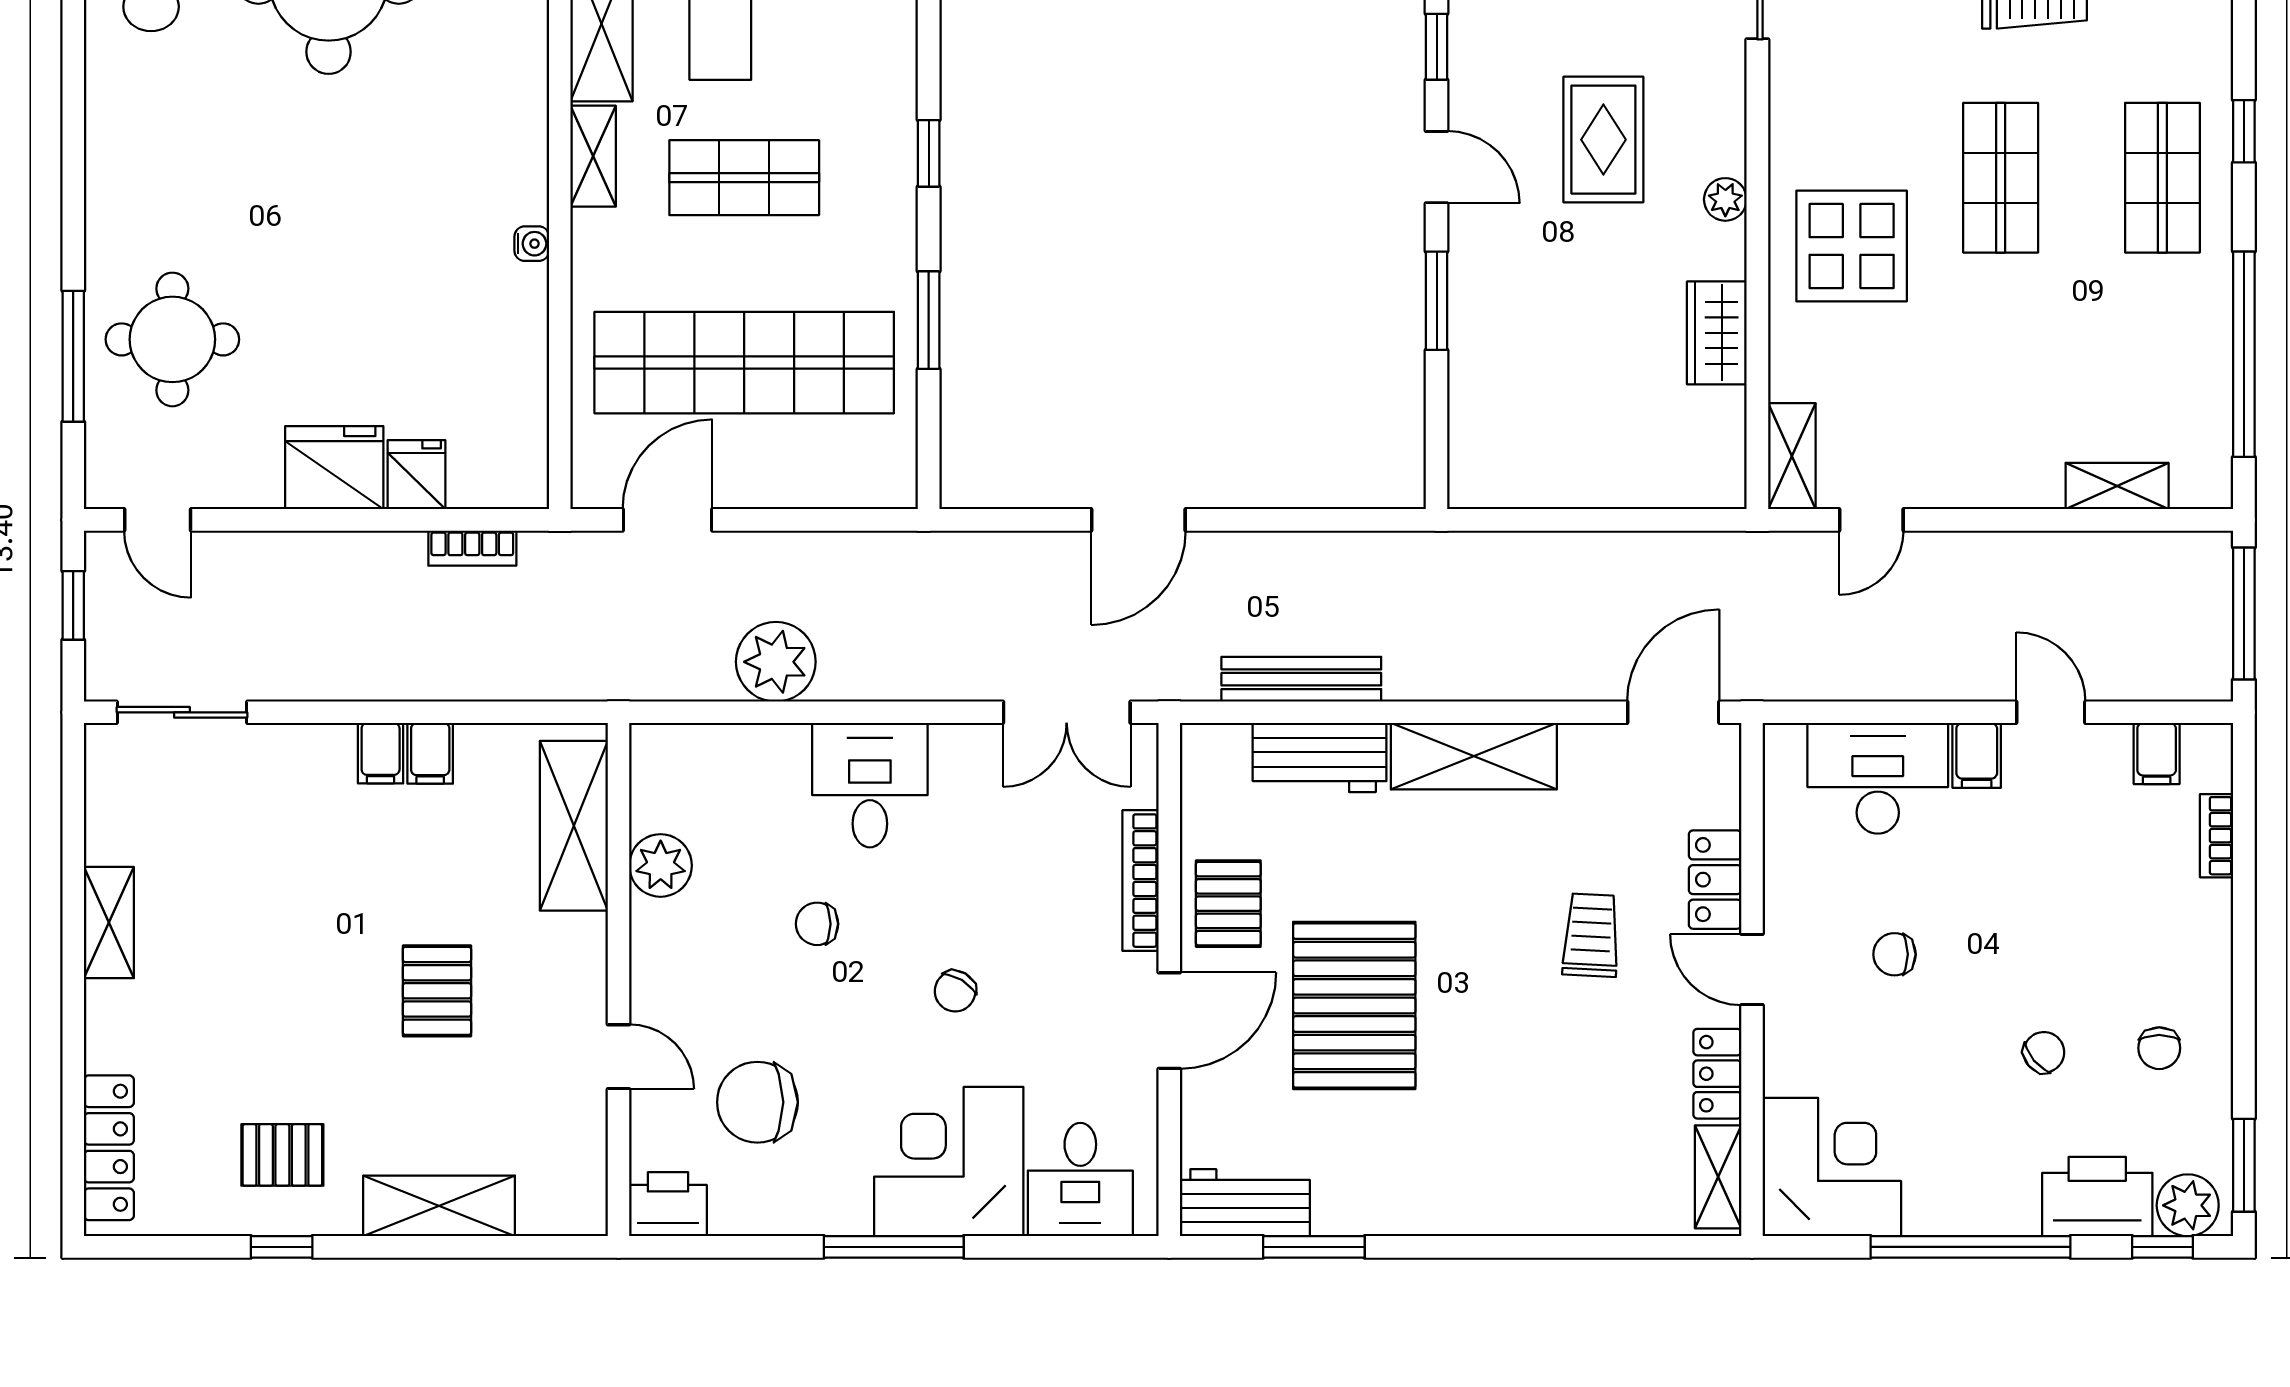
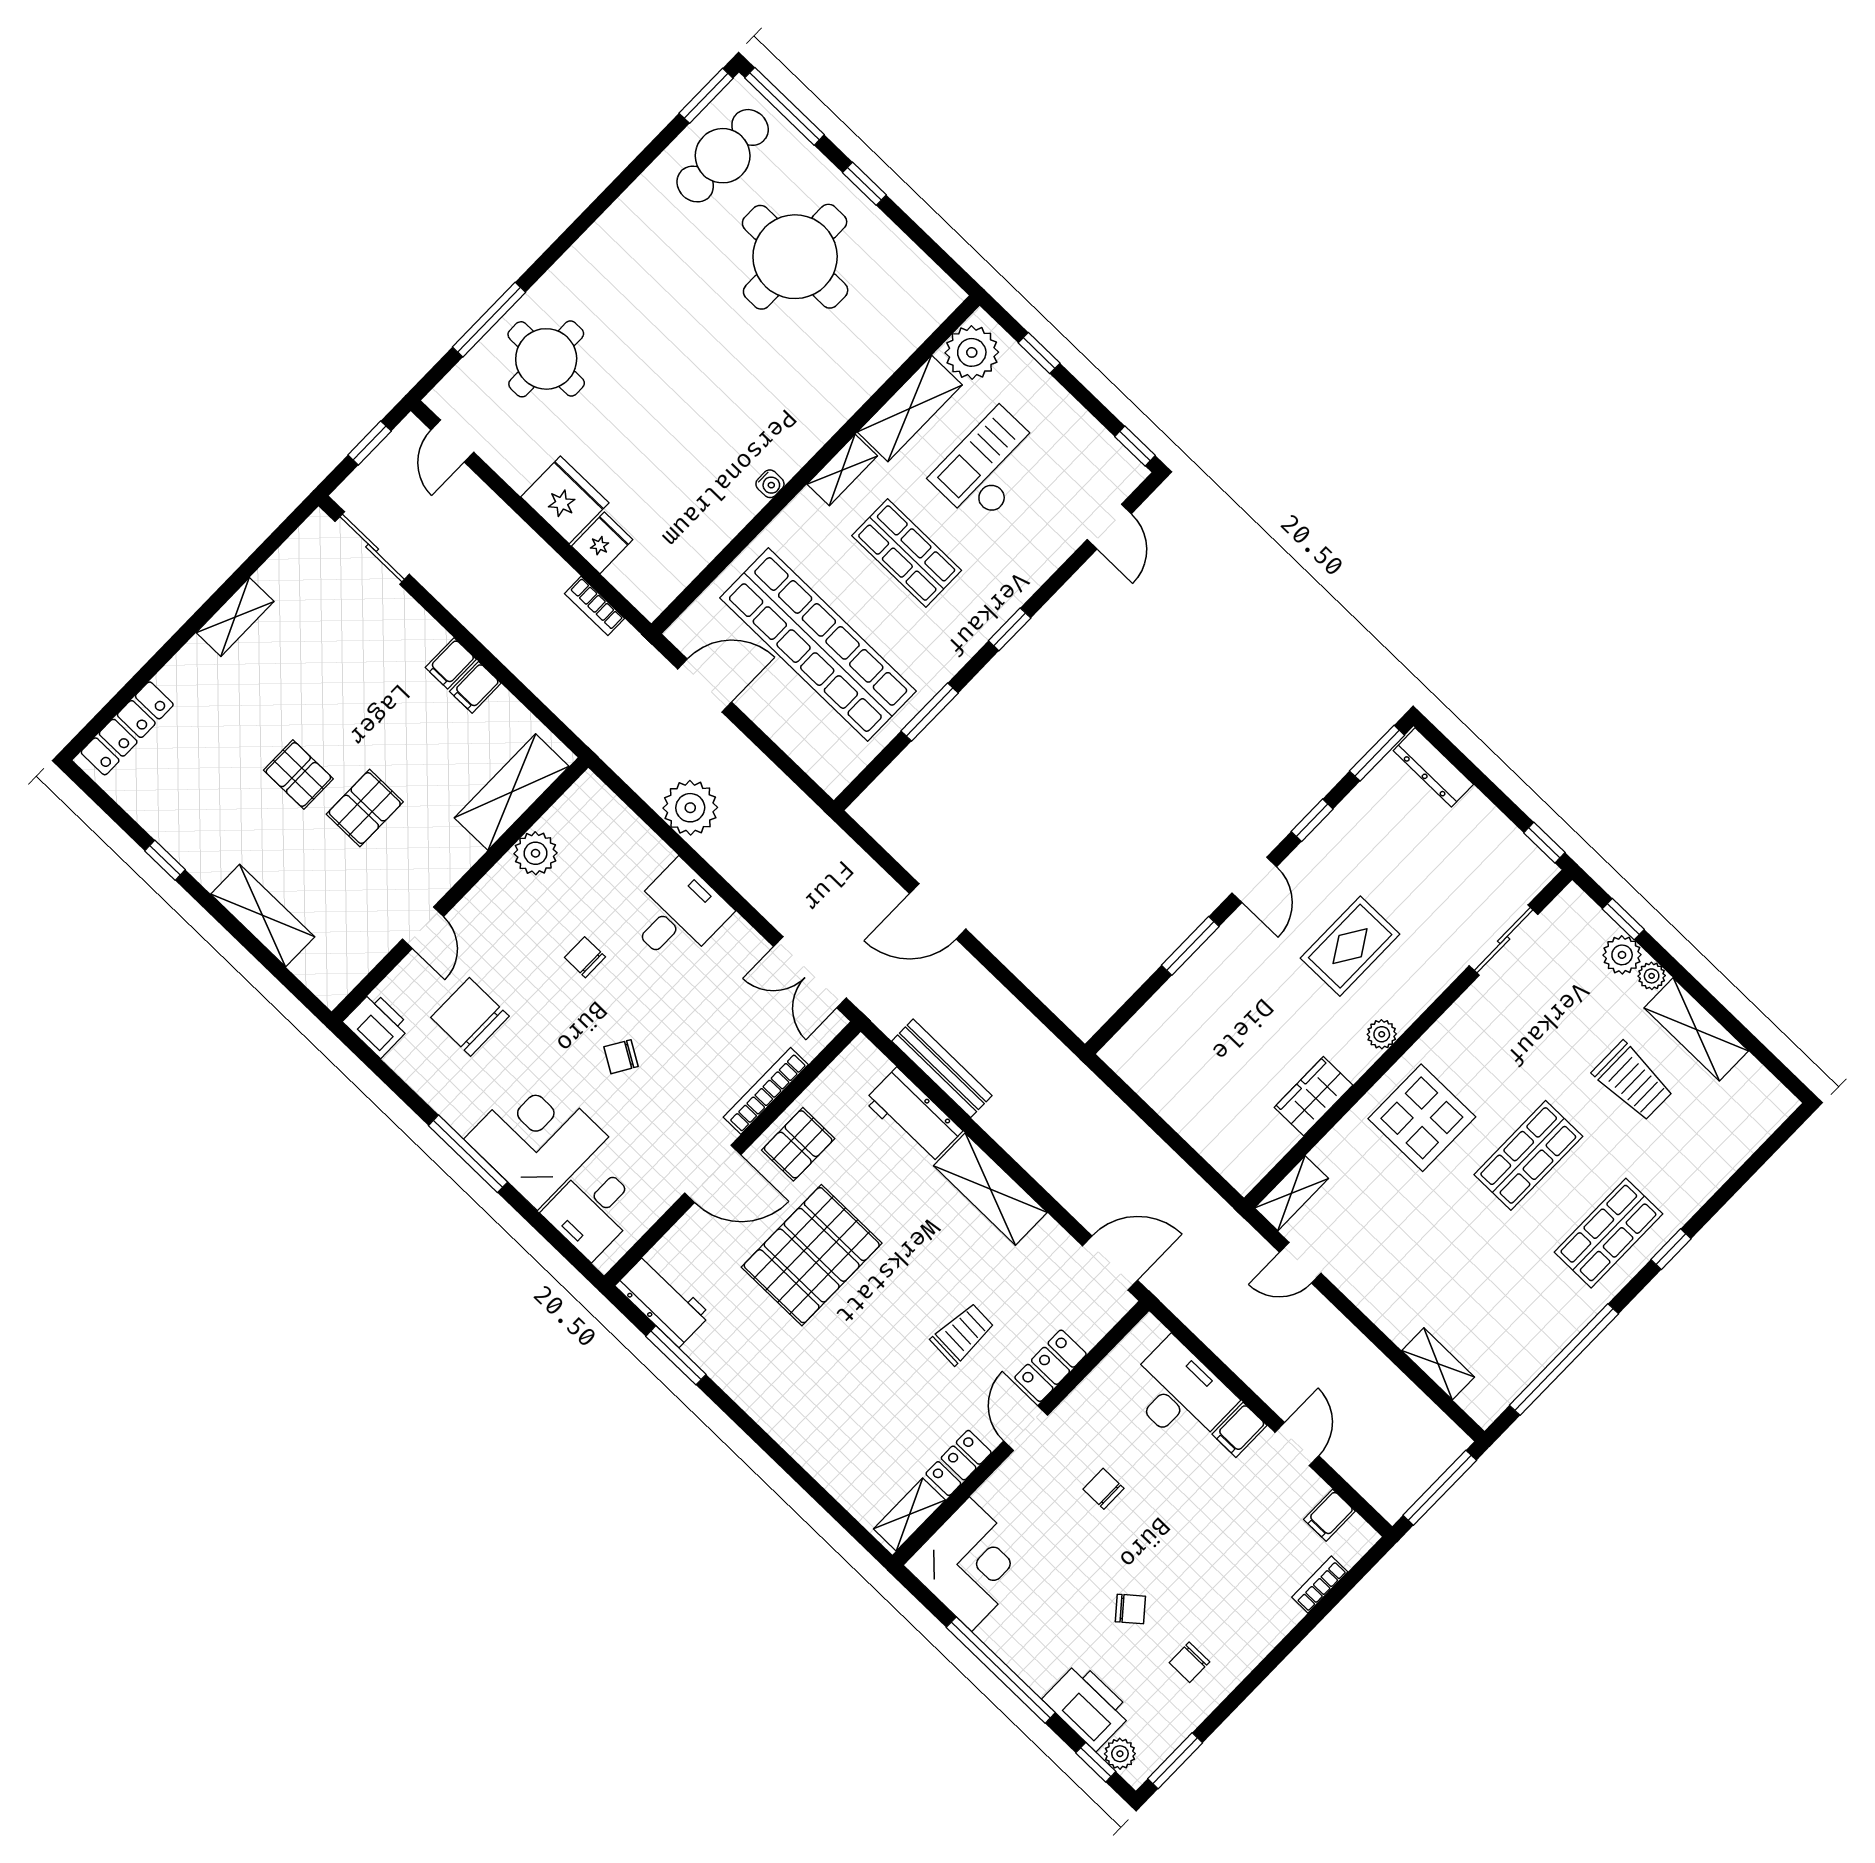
pallet: (282, 1155) -> (298, 775), moved
plant: (2188, 1205) -> (1120, 1754), width x0.73, depth x0.73

